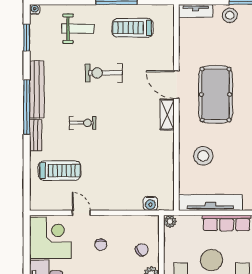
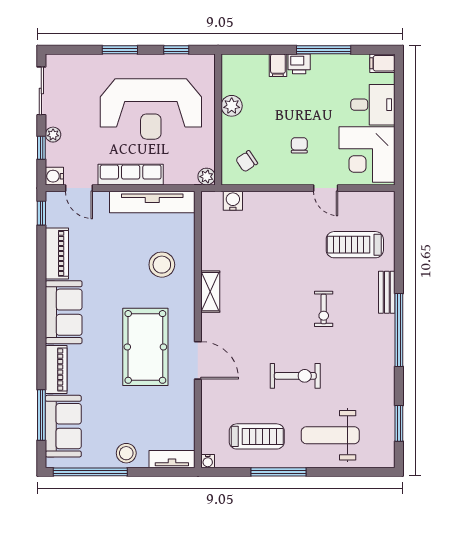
water cooler: (35, 9) -> (208, 461), moved
weight bench: (78, 29) -> (330, 435), width x1.36, depth x1.33
bench: (37, 90) -> (385, 354), removed
shelving: (167, 115) -> (210, 292), moved
exercise bike: (83, 123) -> (324, 309), turned -90
chair: (142, 250) -> (247, 161), moved

